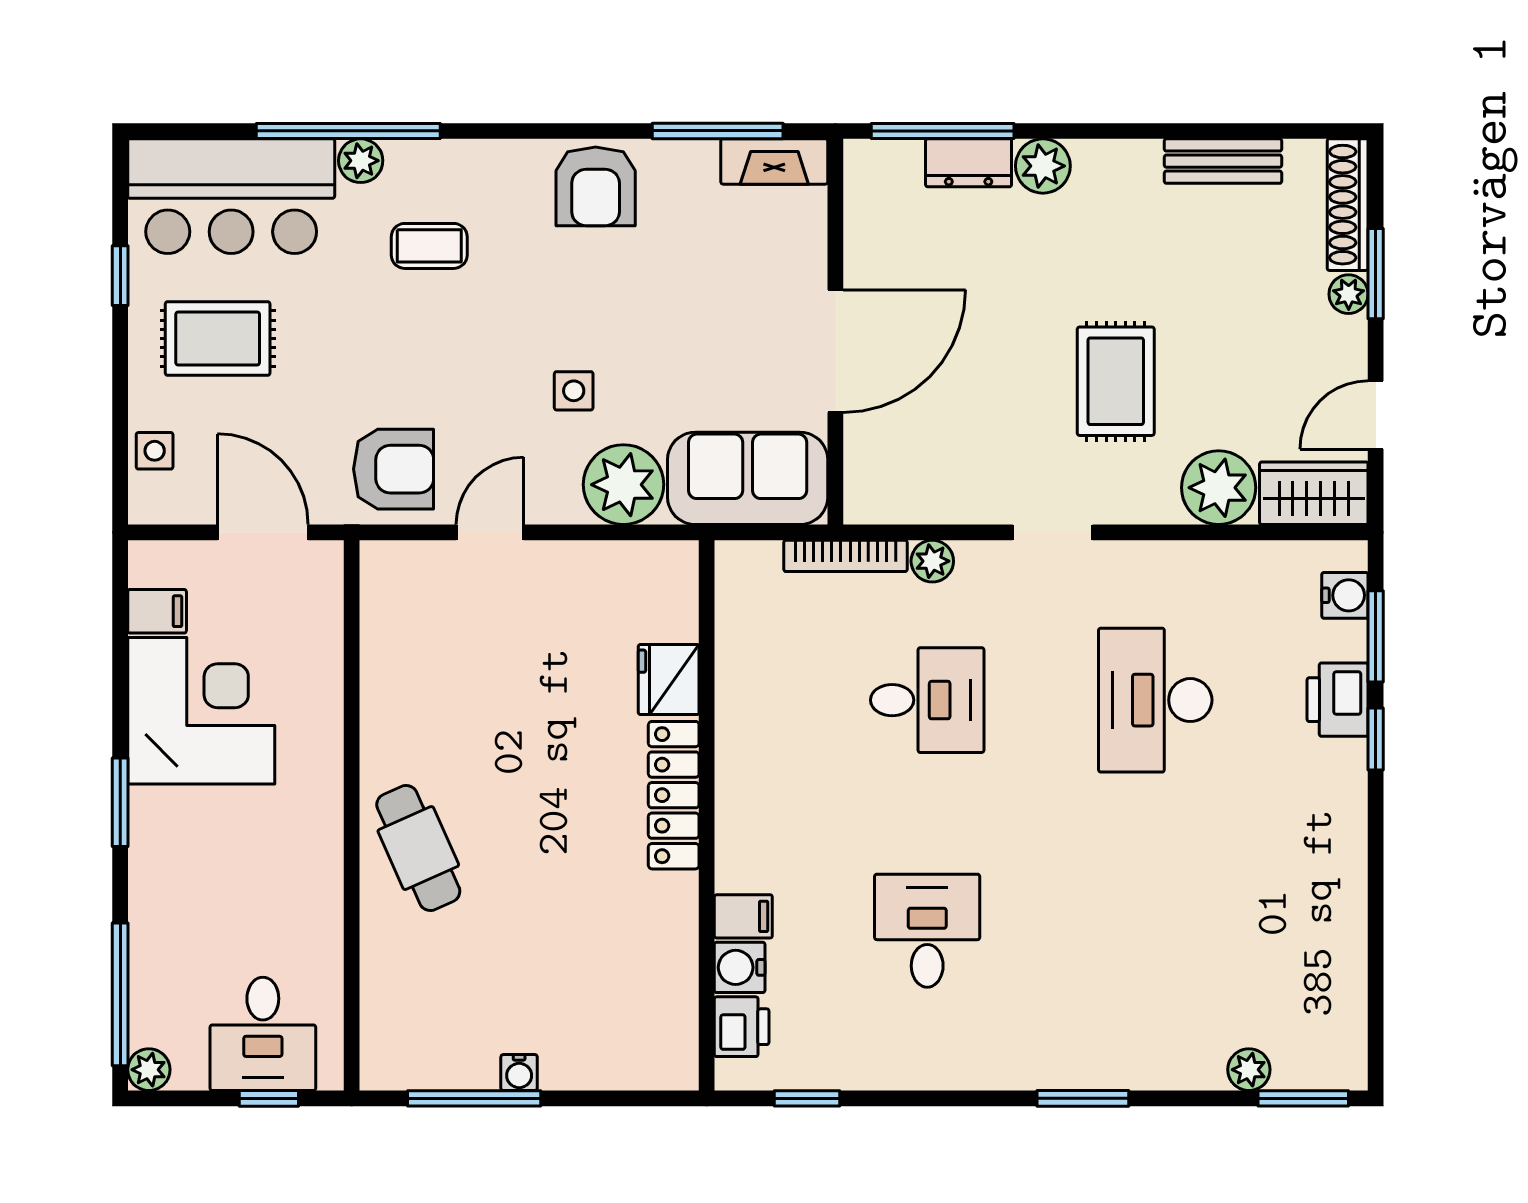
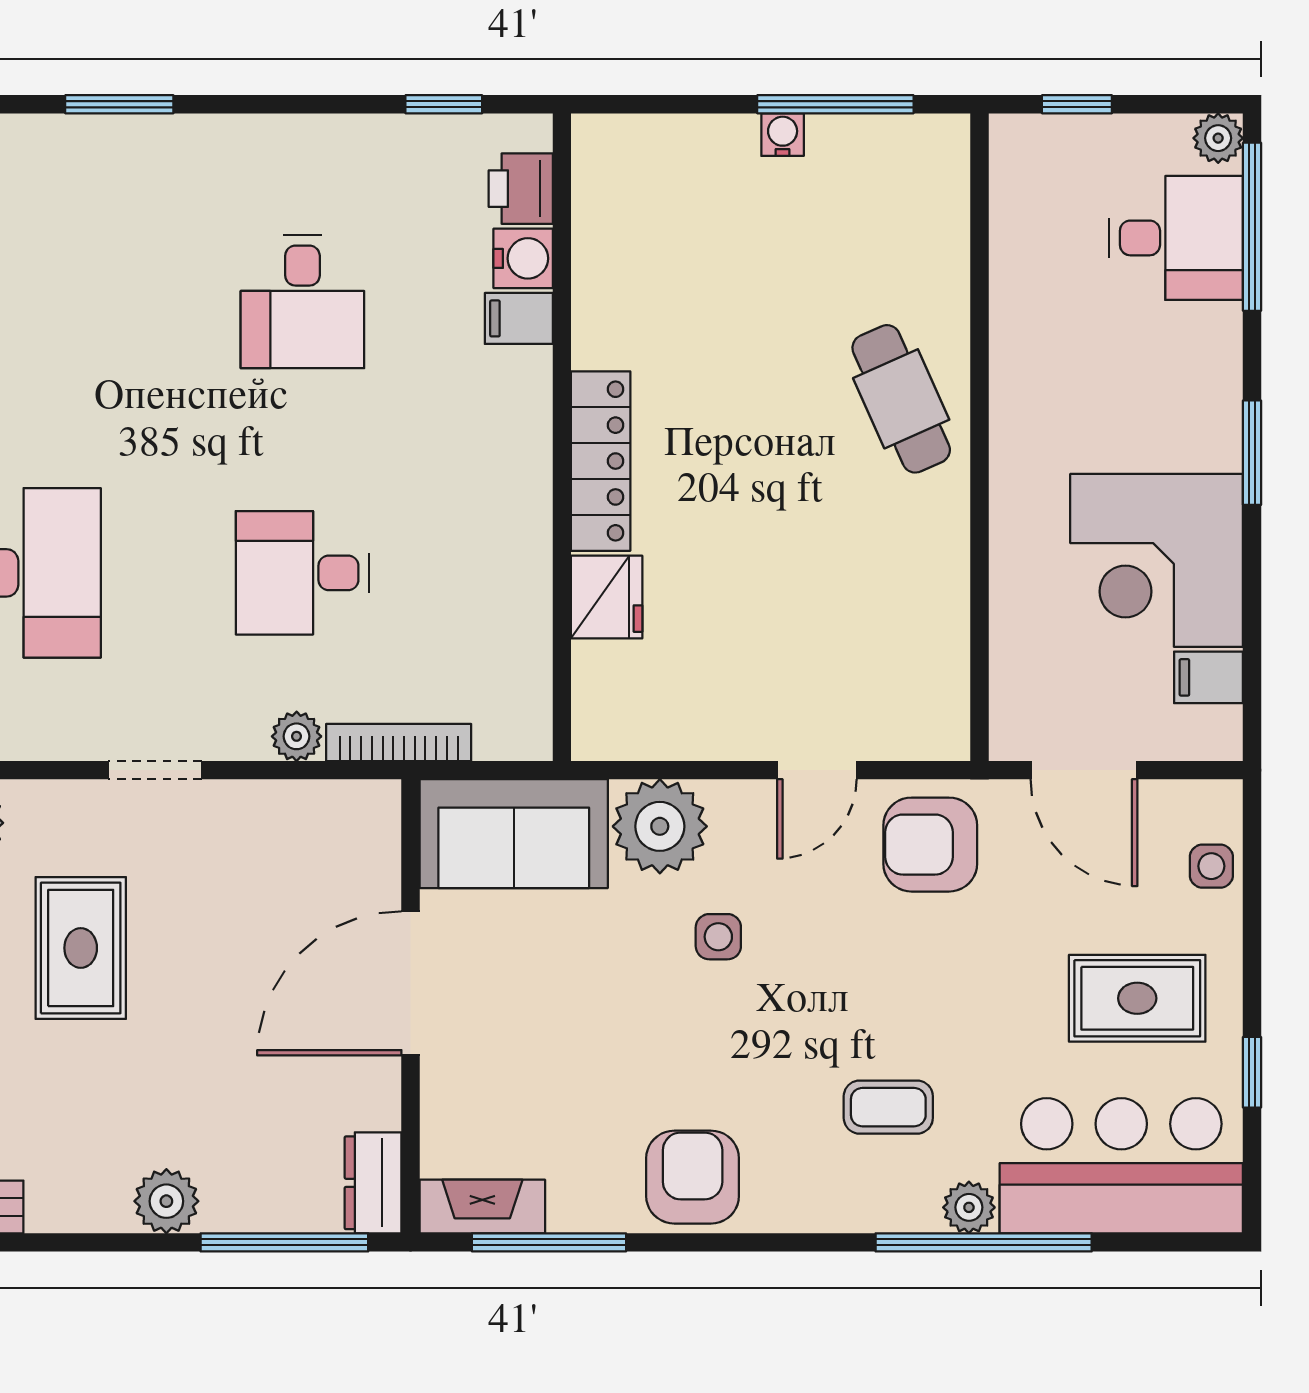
dresser: (969, 163) -> (373, 1183), moved, turned -90
desk: (263, 1034) -> (1176, 238), moved, turned 90

